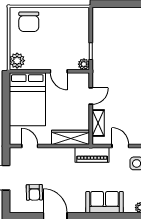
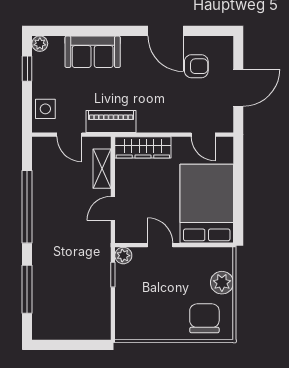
plant: (17, 61) -> (222, 283), moved
armchair: (34, 192) -> (196, 66), turned 91

